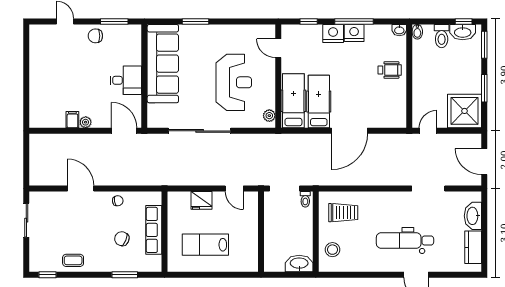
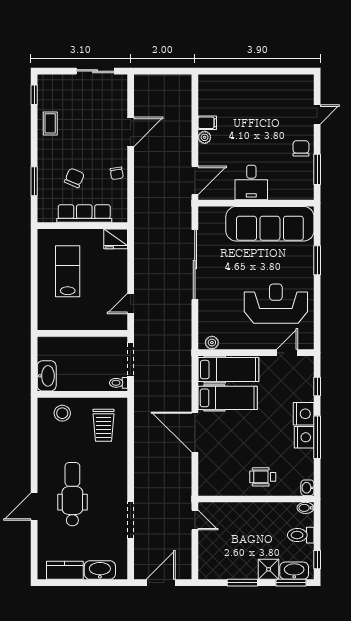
washbasin: (463, 32) -> (294, 571), moved, turned 90
wheelchair: (390, 70) -> (263, 477), turned 90
reception desk: (234, 82) -> (276, 304), moved, turned 180
shower: (464, 111) -> (269, 569), moved, width x0.54, depth x0.54
fridge: (202, 200) -> (116, 239), moved, turned -90

